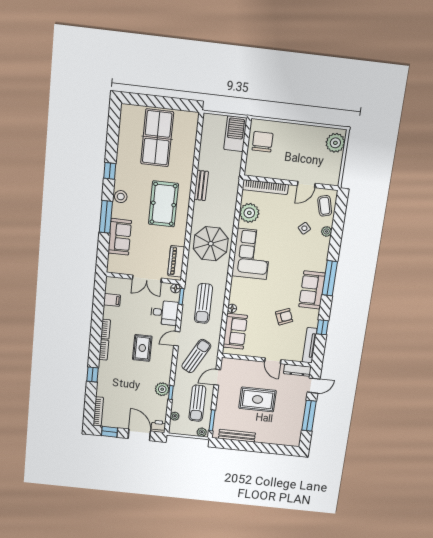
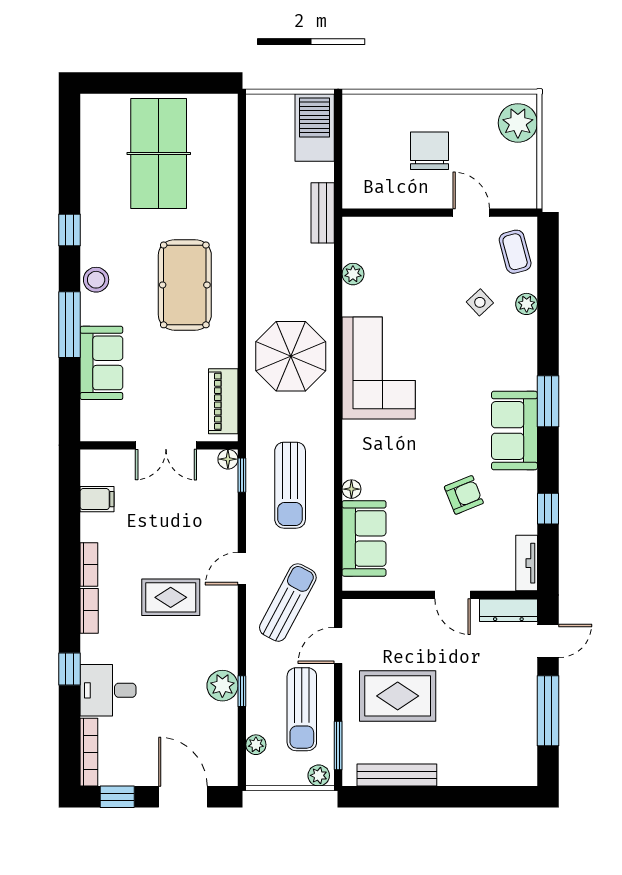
chair: (262, 142) -> (430, 151), moved
bench: (201, 185) -> (323, 213), moved
door: (306, 185) -> (471, 213), swing flipped
bookcase: (265, 187) -> (389, 227), removed
plant: (249, 213) -> (353, 274), width x0.53, depth x0.53
window: (330, 278) -> (548, 401), width x0.69
desk: (164, 313) -> (108, 690), moved, turned 180
tv unit: (310, 345) -> (527, 563), width x0.71
rug: (142, 348) -> (171, 597), turned 90
rug: (258, 399) -> (398, 696), moved
printer: (158, 426) -> (223, 772), removed

